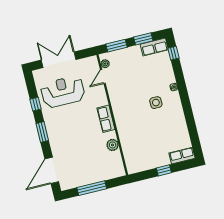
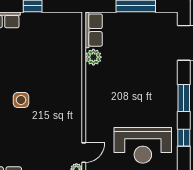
row of seats: (106, 119) -> (94, 30), moved

